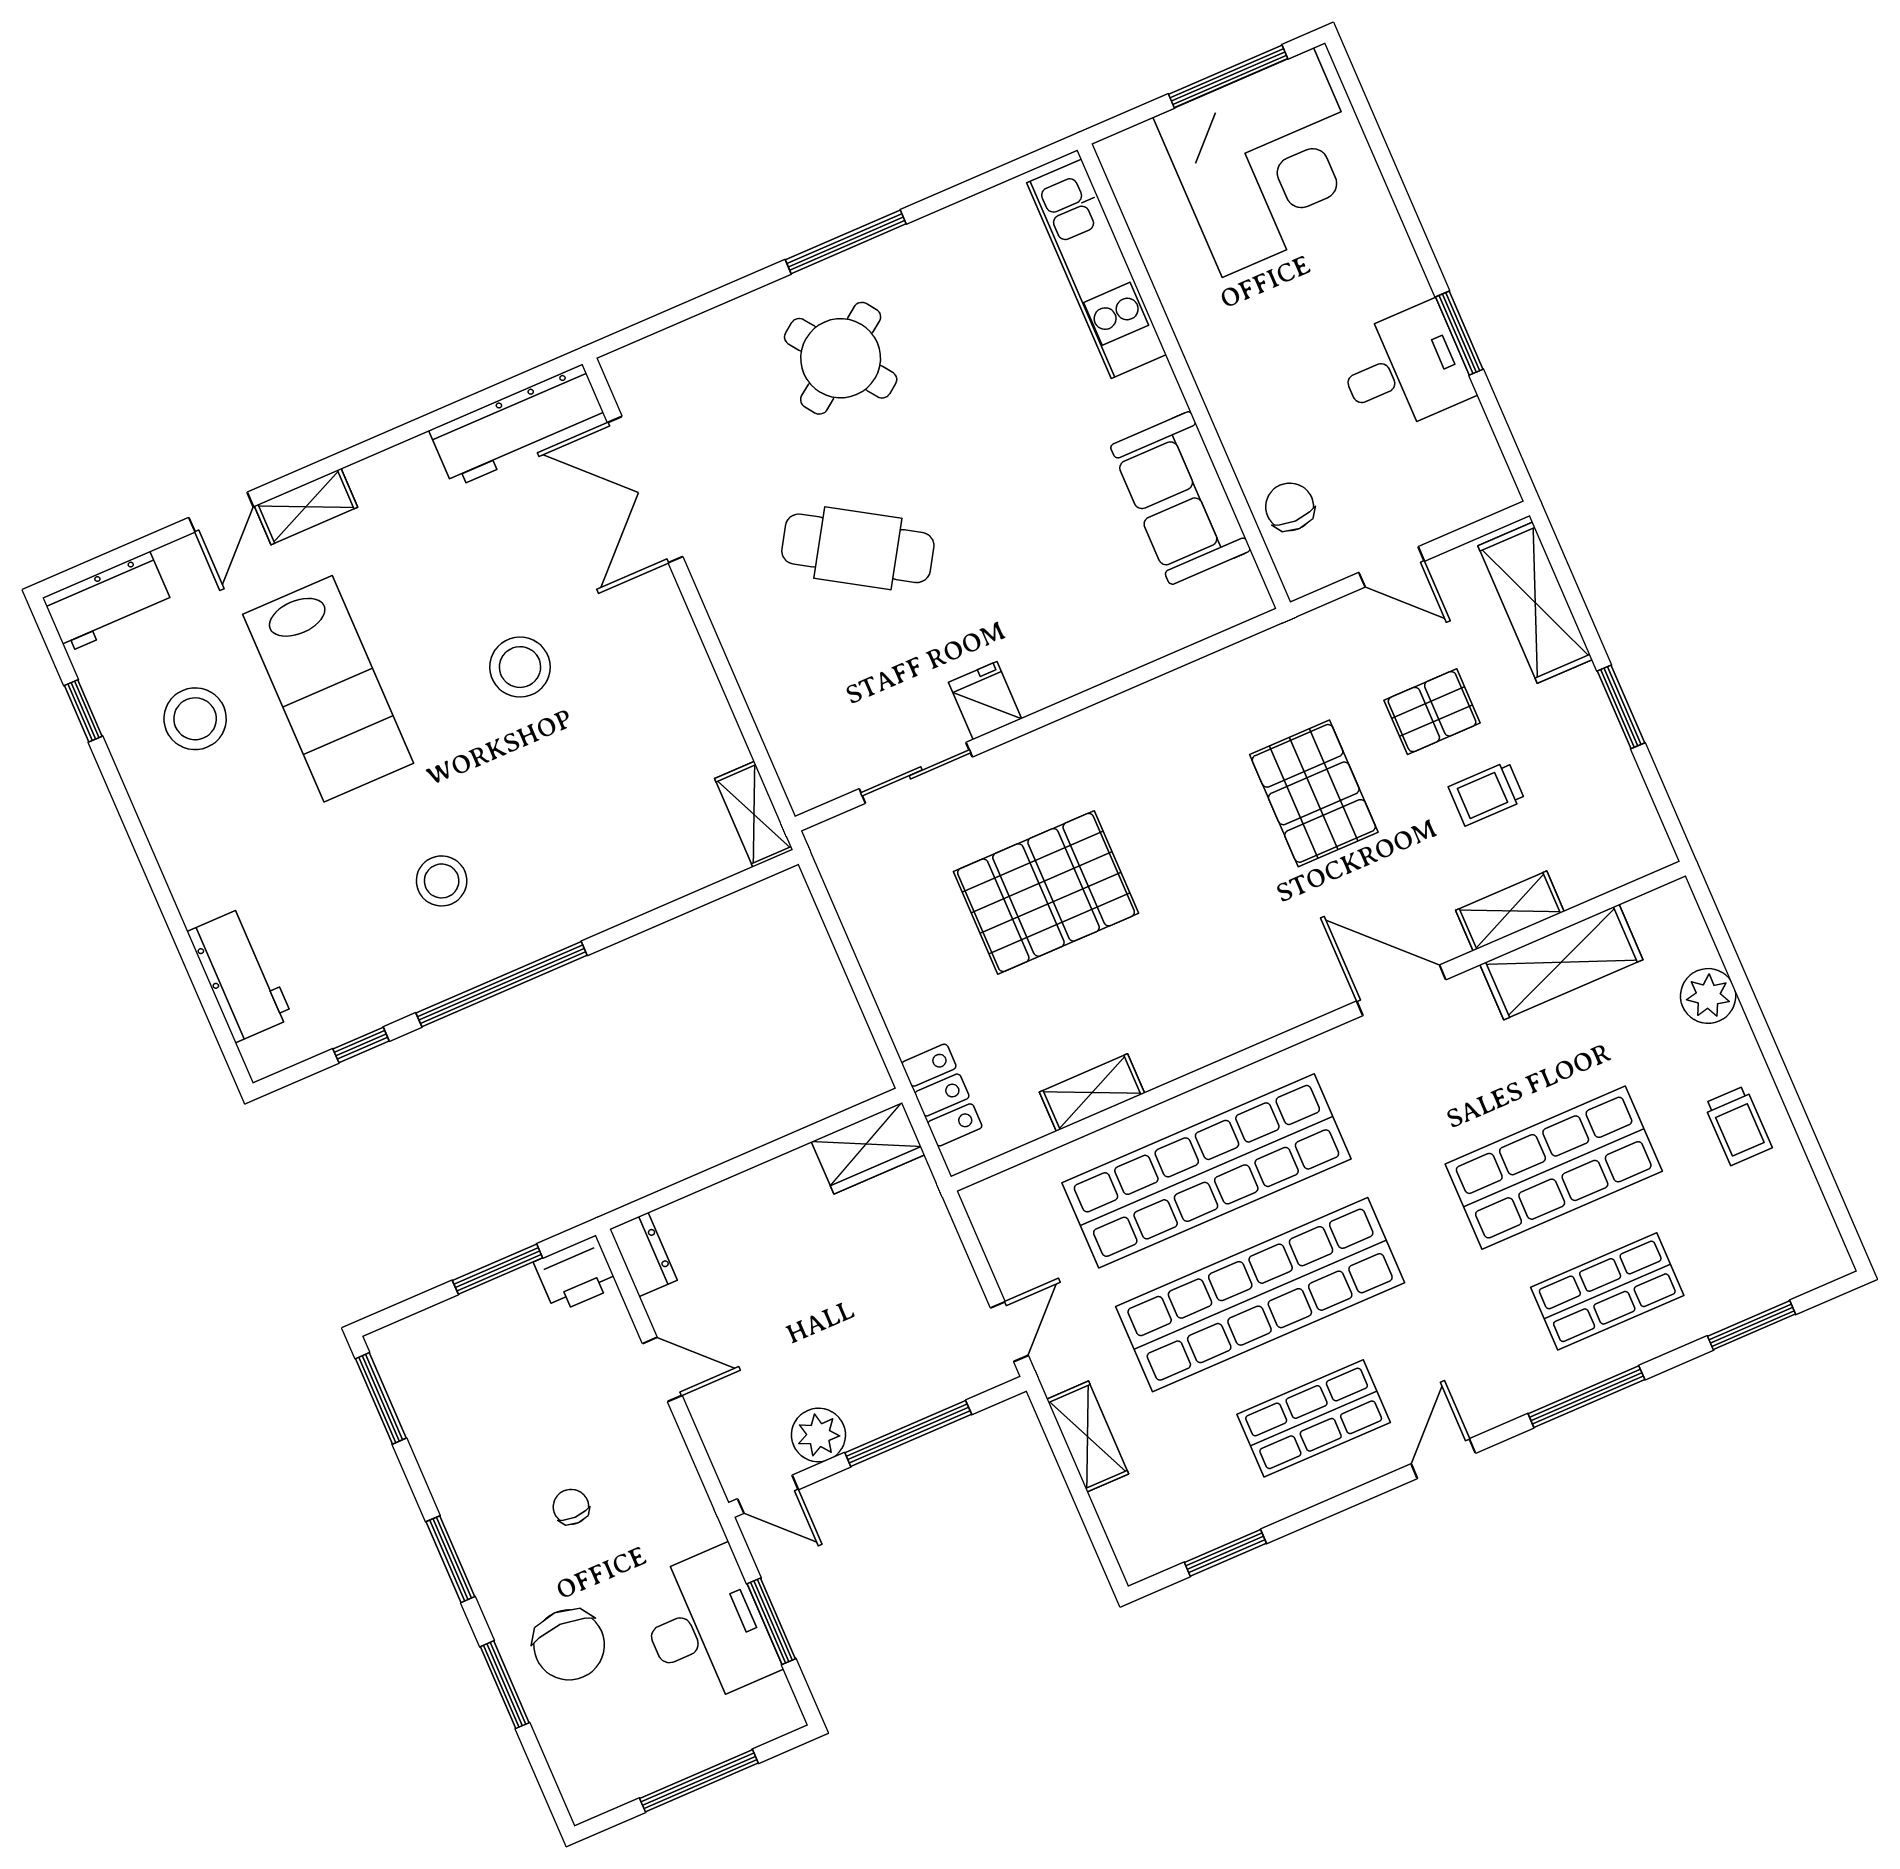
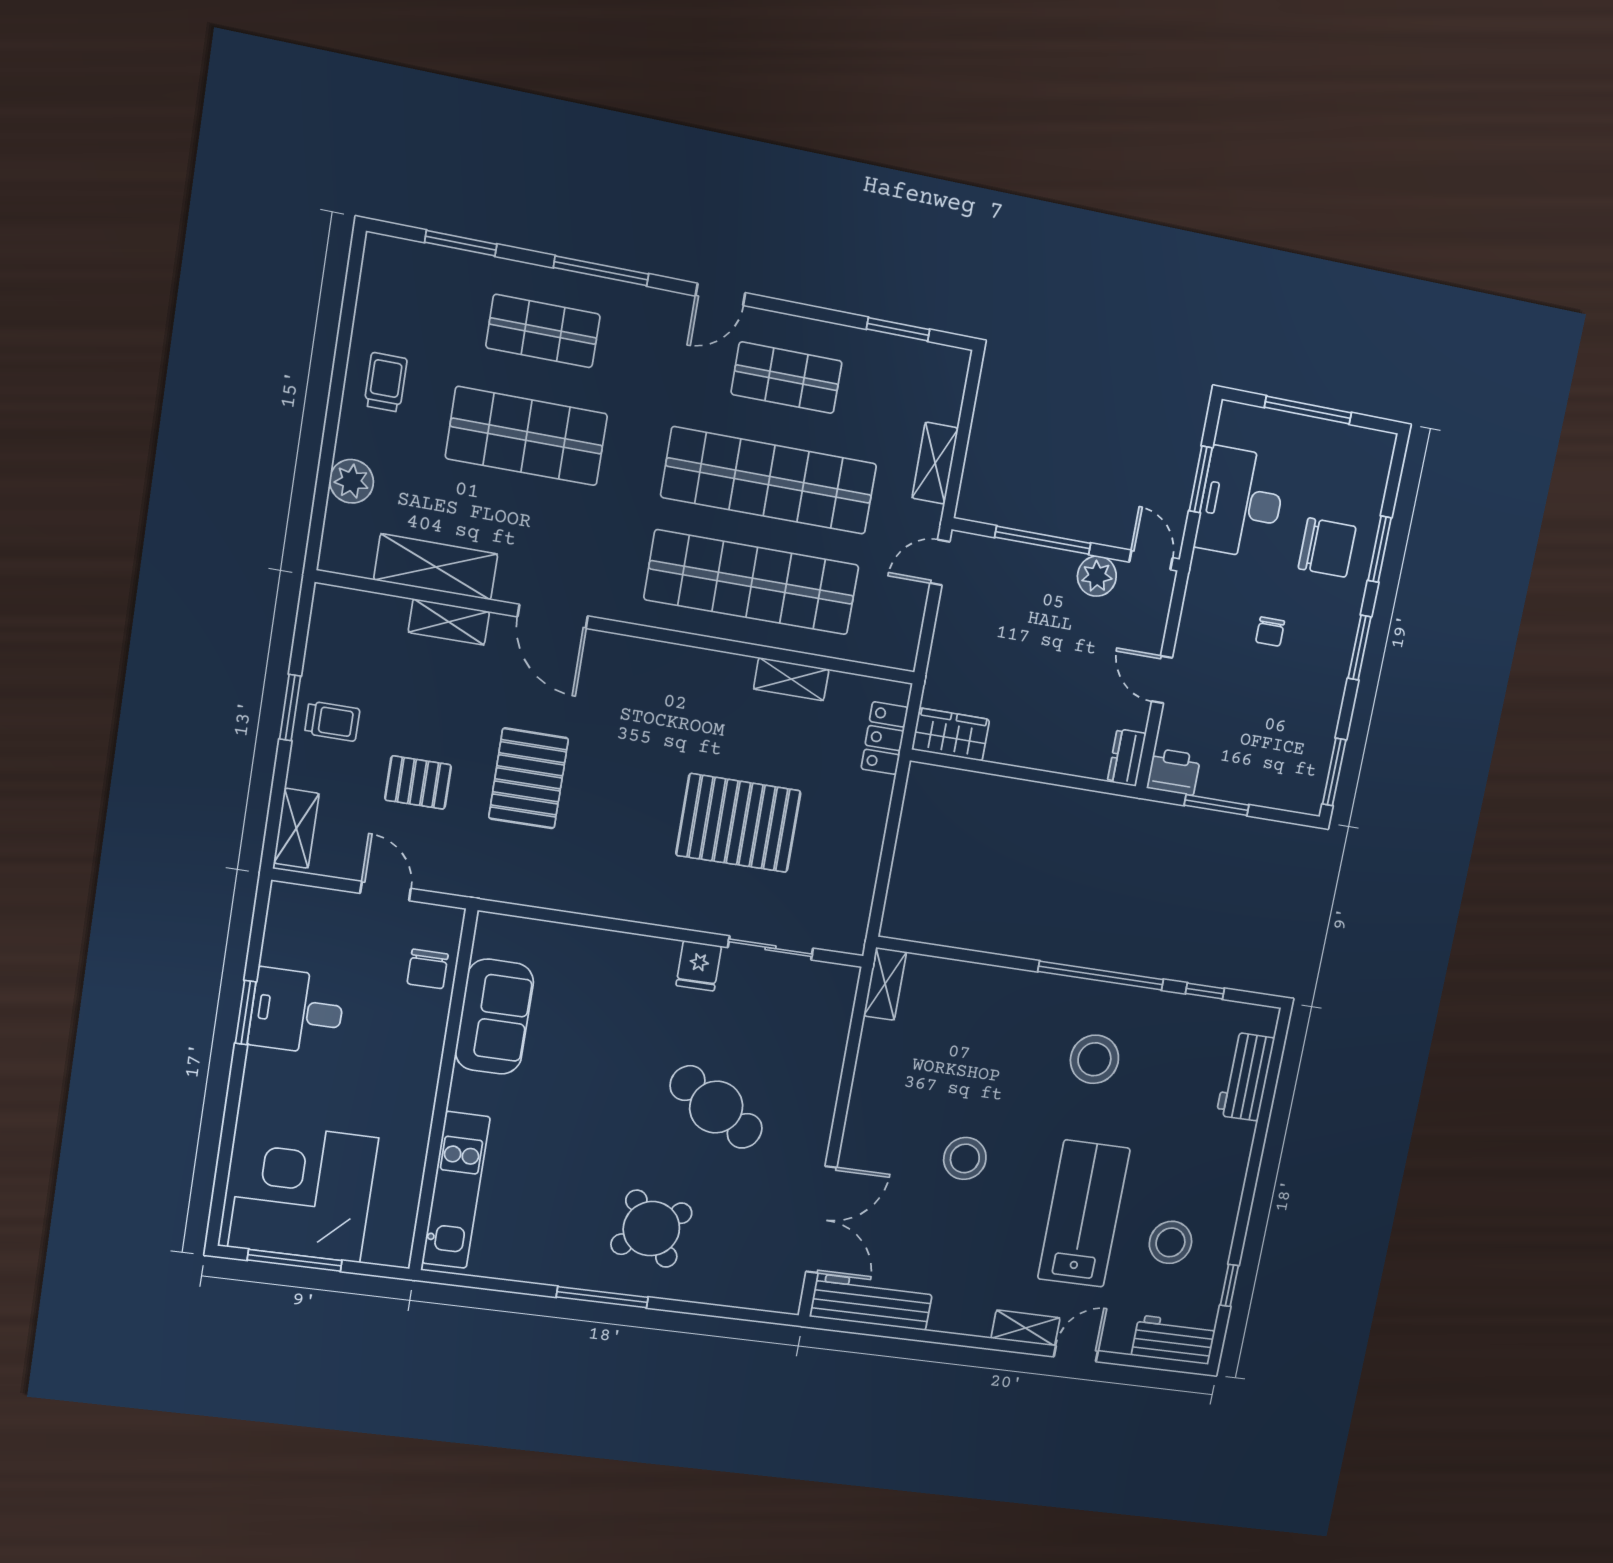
shelving: (1535, 603) -> (296, 828), width x0.67, depth x0.75
trolley: (1487, 794) -> (332, 721), moved
stool: (442, 881) -> (1094, 1059), width x1.38, depth x1.38
chair: (569, 1645) -> (1327, 548), turned 90

